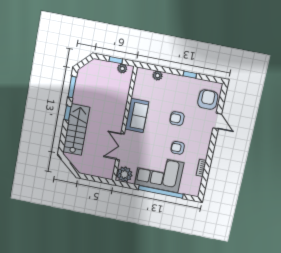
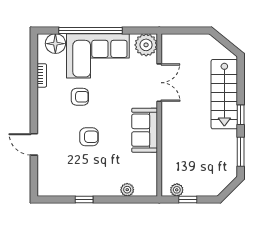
armchair: (208, 100) -> (53, 171), removed
floor lamp: (187, 188) -> (55, 44), added

